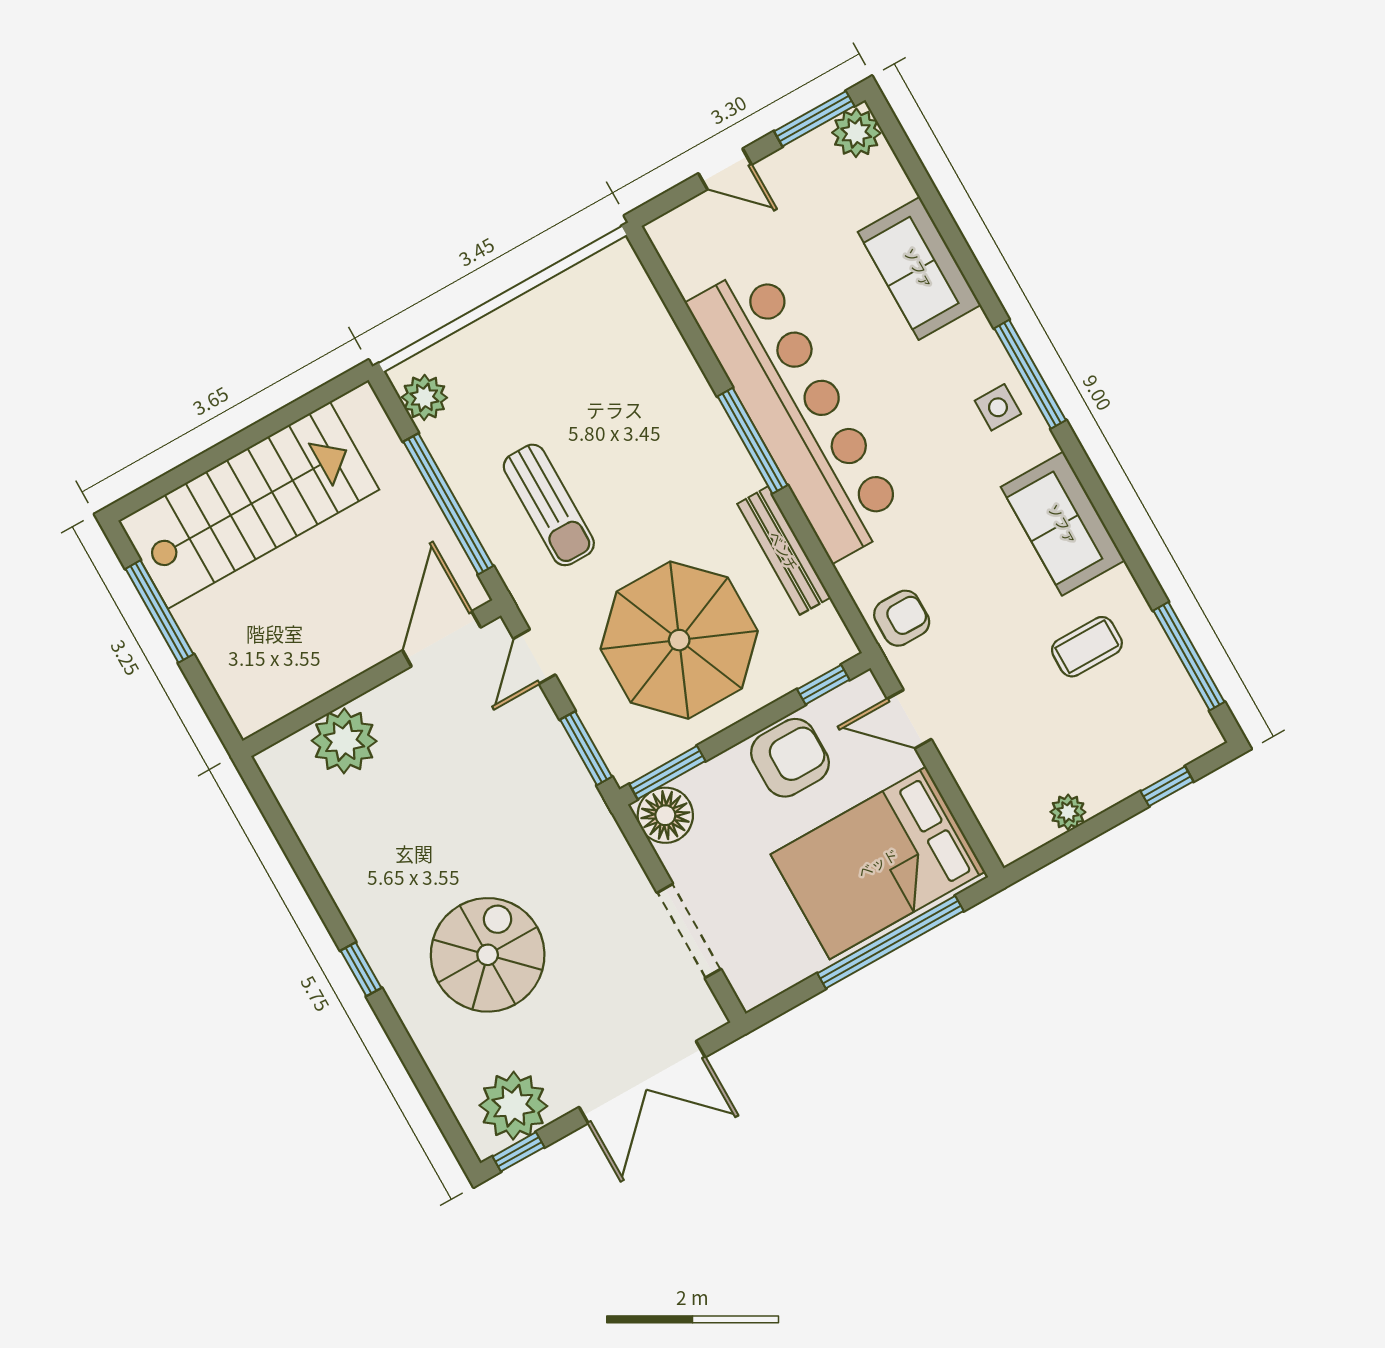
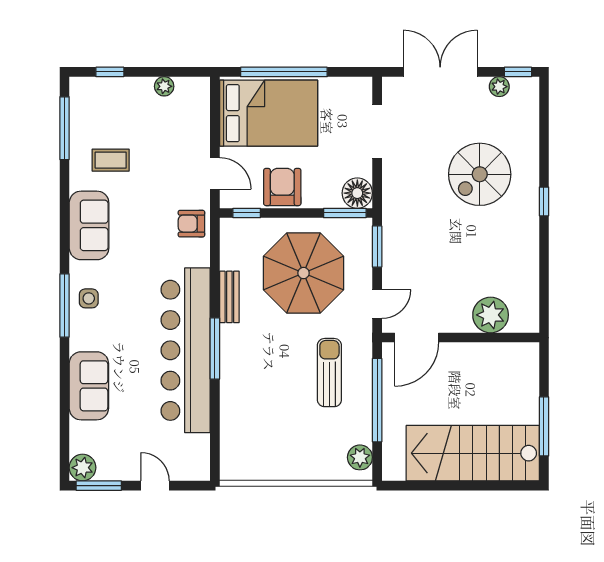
bench: (784, 551) -> (229, 297), width x0.73
armchair: (790, 758) -> (282, 187), turned 90
plant: (513, 1106) -> (499, 87), width x0.53, depth x0.53

